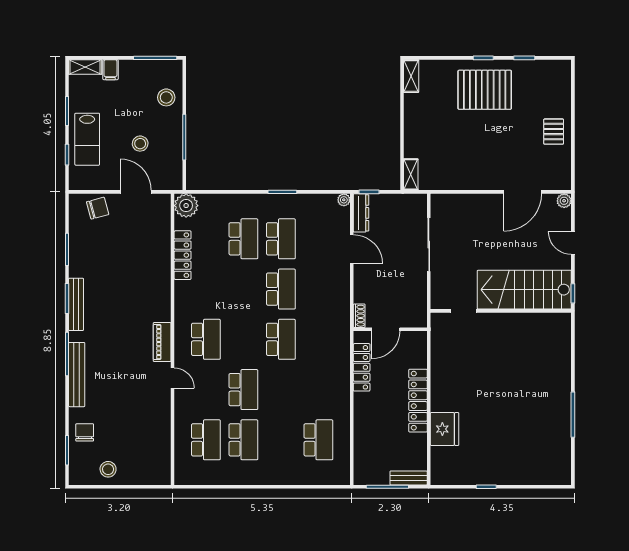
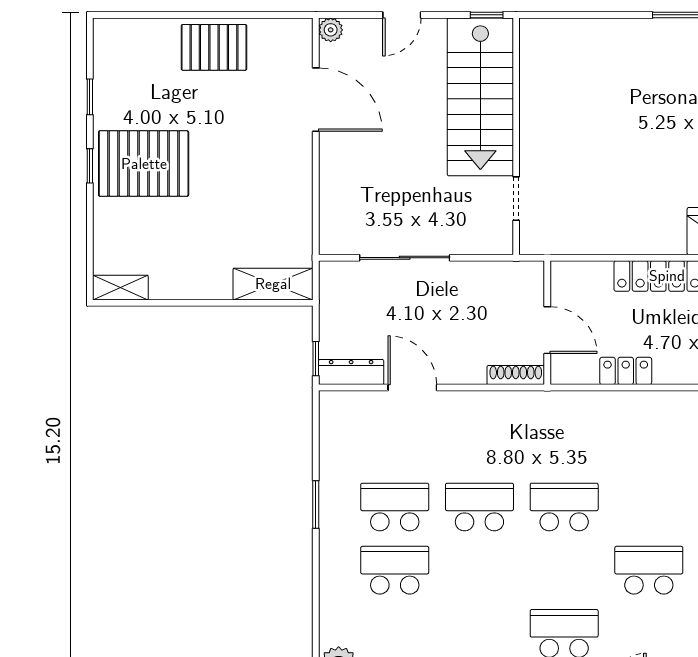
pallet: (485, 90) -> (144, 164), turned 90
pallet: (554, 132) -> (214, 47), width x1.50, depth x1.42
shelving: (411, 174) -> (273, 284), width x1.50, depth x1.33
plant: (344, 200) -> (329, 401), removed
door: (352, 249) -> (412, 388), hinge flipped
shoe rack: (359, 316) -> (516, 375), width x1.43
locker: (362, 367) -> (626, 371), width x0.66

